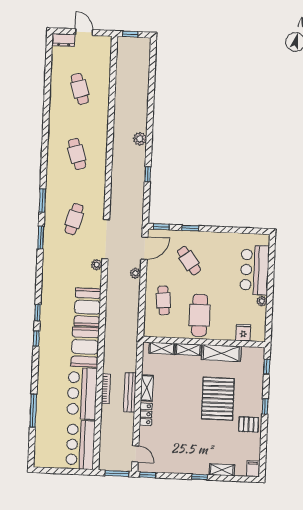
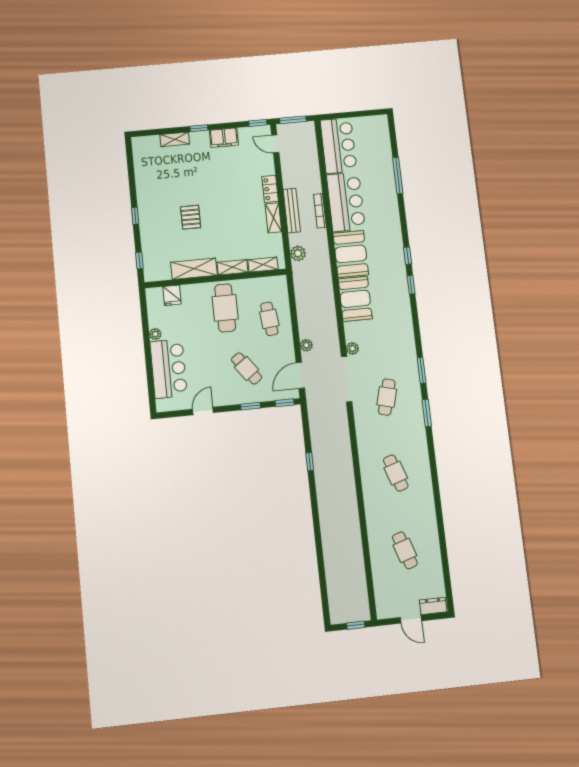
plant: (140, 139) -> (298, 253), moved
door: (231, 230) -> (203, 411), added
pallet: (218, 399) -> (191, 217), width x0.49, depth x0.50
pallet: (249, 424) -> (151, 193), removed
filing cabinet: (253, 469) -> (224, 138), moved, width x2.00

